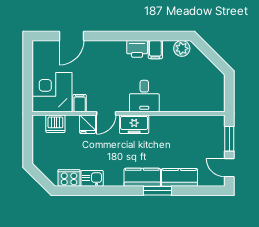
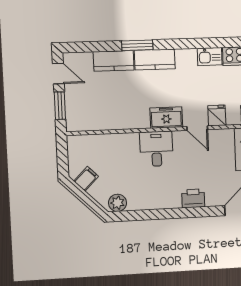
printer: (137, 49) -> (193, 198), moved
filing cabinet: (155, 50) -> (86, 179), moved, turned 45
filing cabinet: (80, 103) -> (226, 138), removed
door: (106, 113) -> (197, 128), swing flipped

